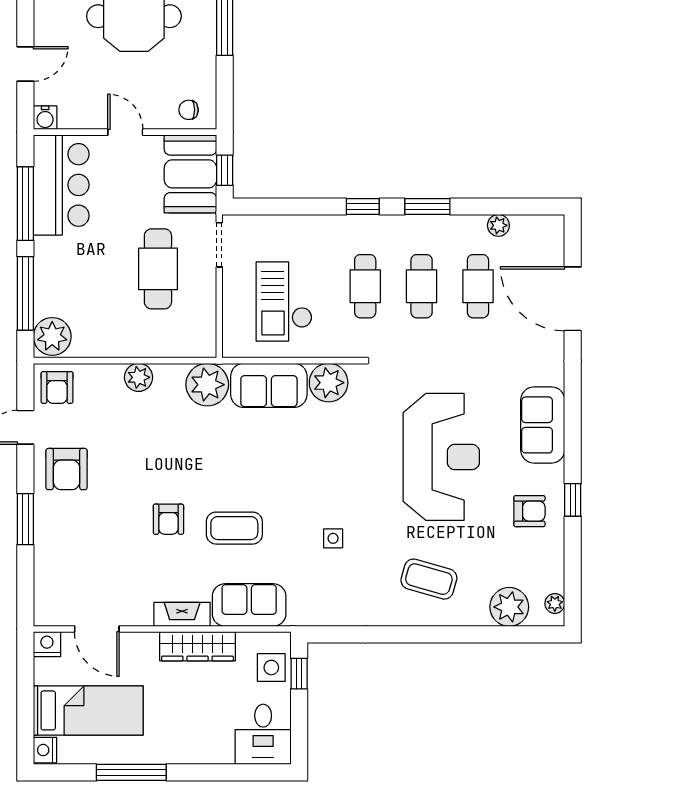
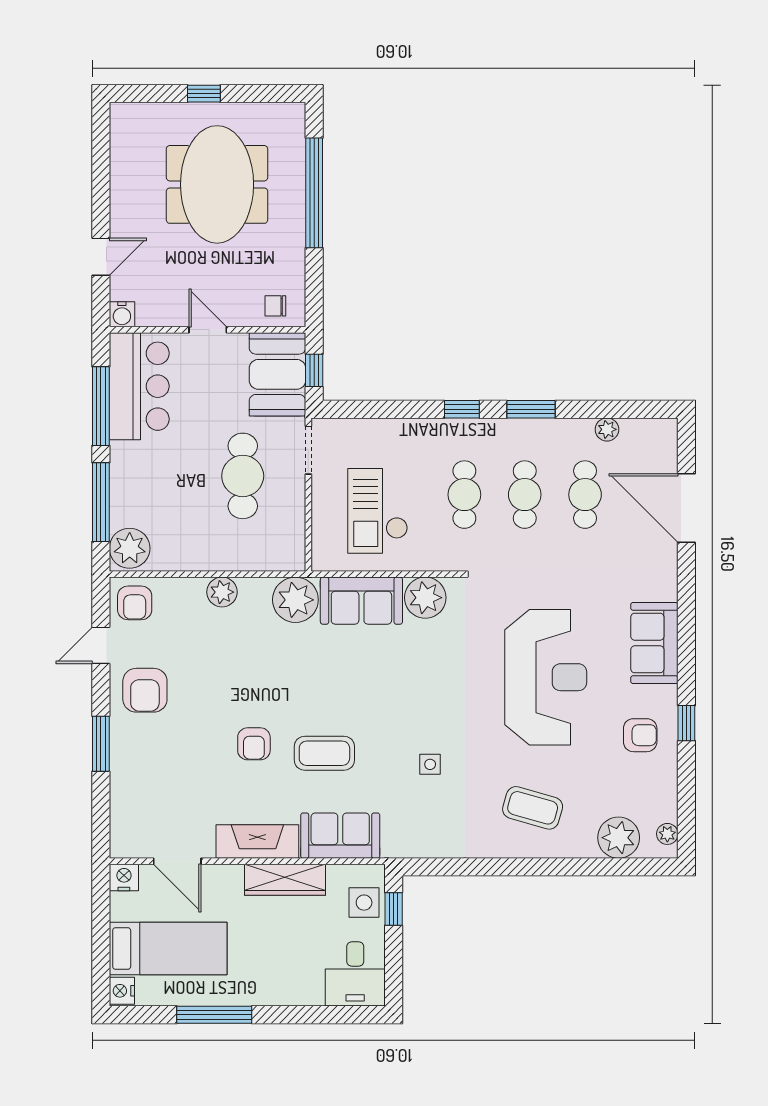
fireplace: (182, 614) -> (257, 841), width x1.37, depth x1.32

